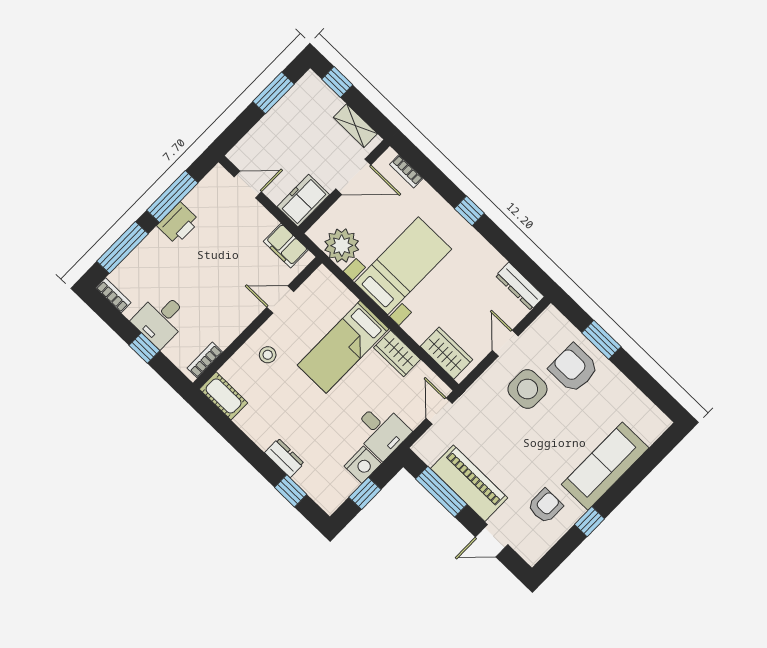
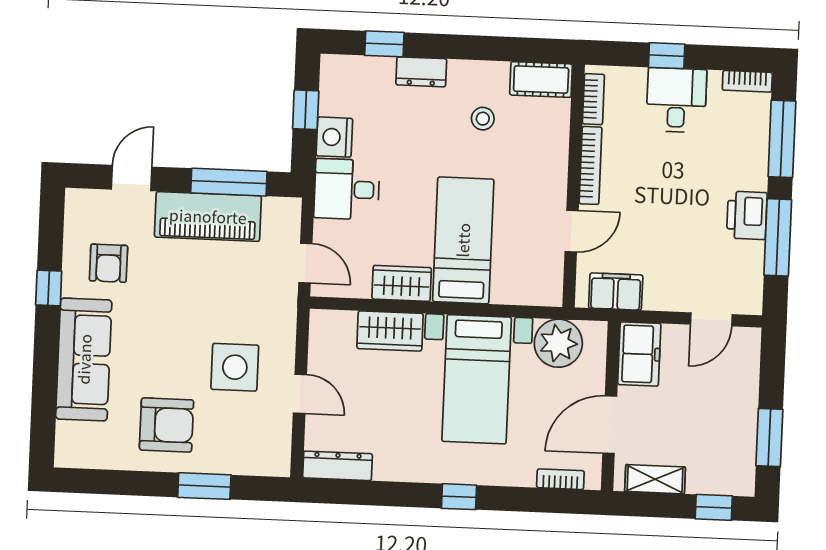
bookcase: (238, 326) -> (590, 165), added
wardrobe: (446, 353) -> (390, 331), moved
stool: (268, 355) -> (483, 119), moved
armchair: (574, 368) -> (167, 425), moved

